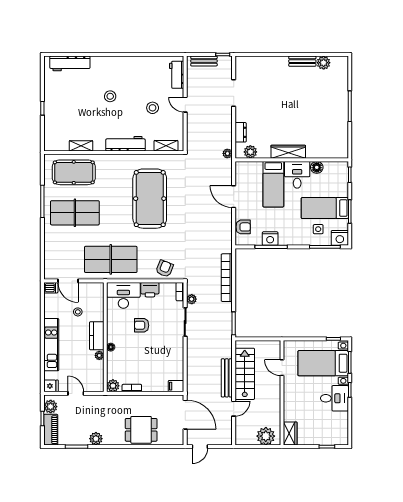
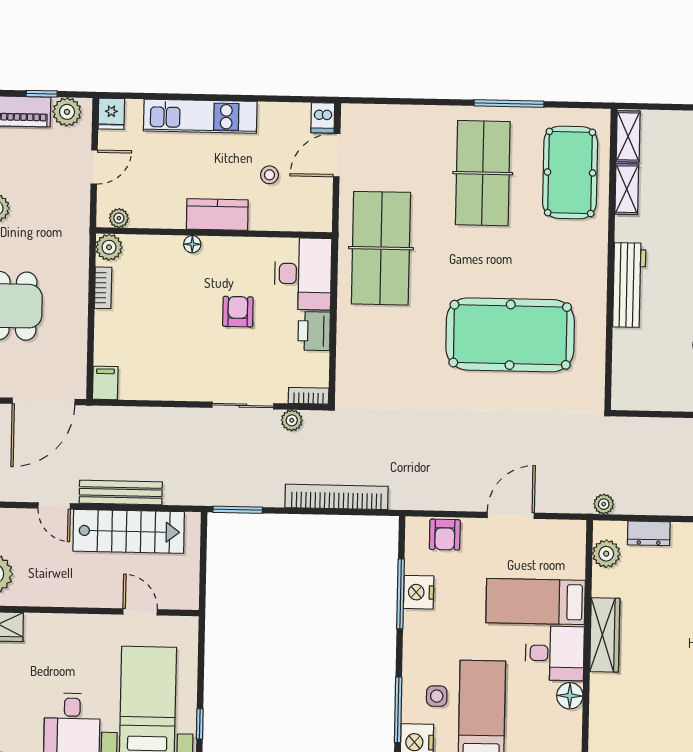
shelving: (166, 146) -> (628, 136), moved
armchair: (165, 269) -> (359, 364), removed
plant: (99, 355) -> (119, 218), moved
door: (282, 368) -> (140, 612), hinge flipped

